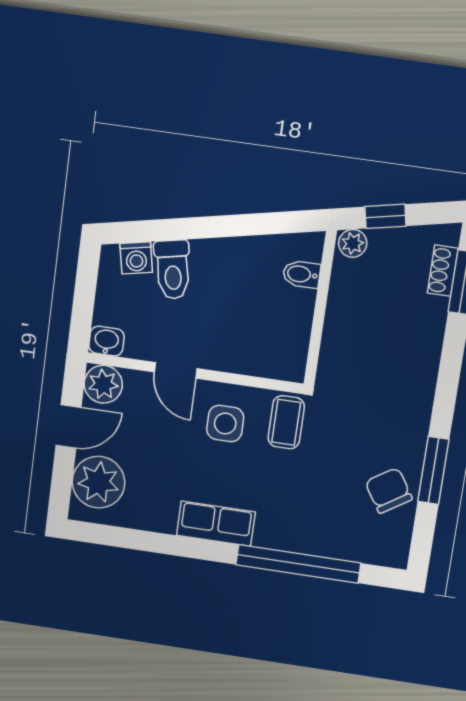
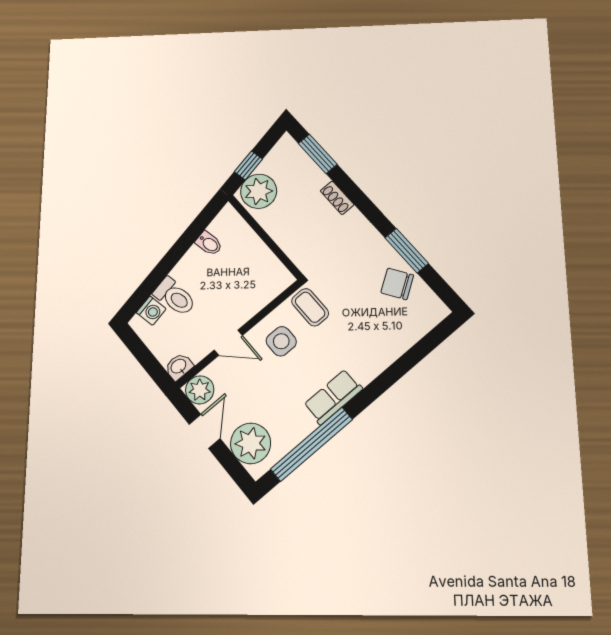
plant: (353, 243) -> (259, 191), width x1.88, depth x1.88
shoe rack: (443, 271) -> (337, 198), moved
bidet: (301, 274) -> (209, 244), moved, turned -101
window: (298, 564) -> (312, 444), moved

